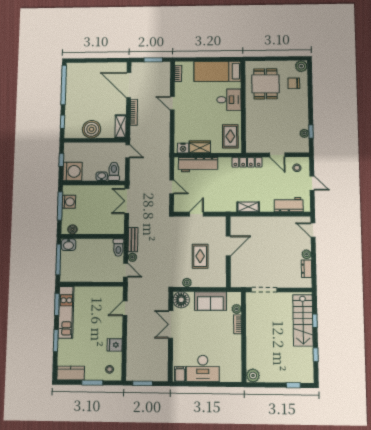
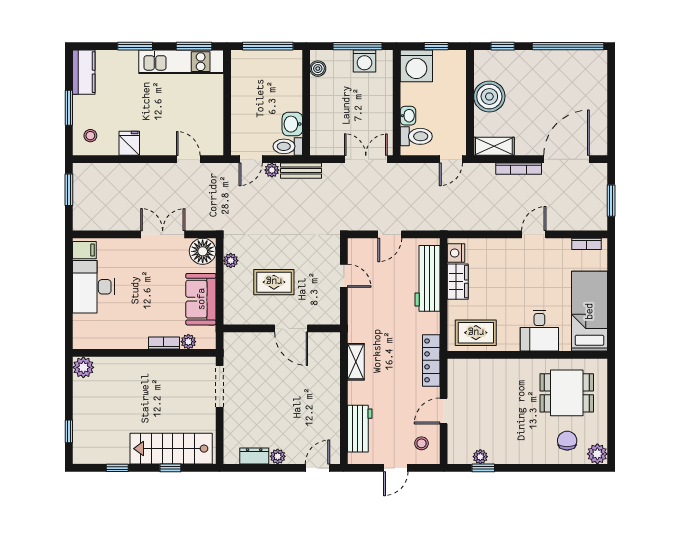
washbasin: (68, 245) -> (292, 124), moved

